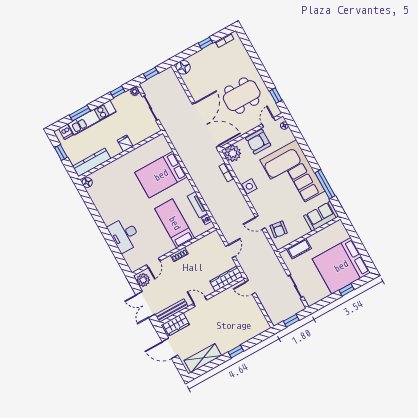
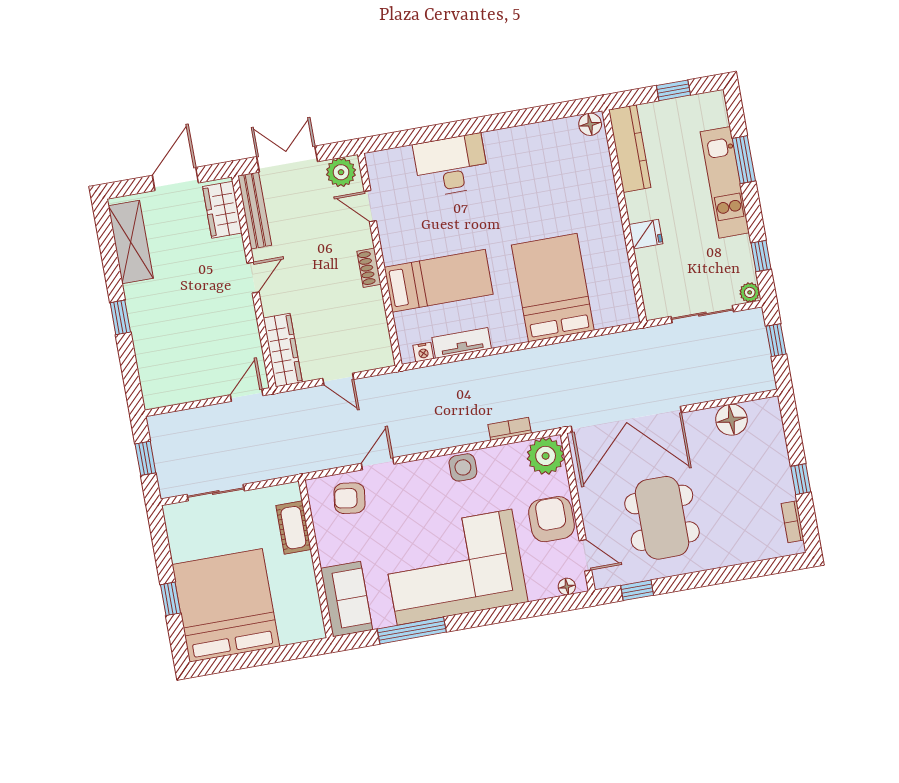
floor lamp: (183, 67) -> (731, 420), moved
dishwasher: (66, 132) -> (714, 116), removed

